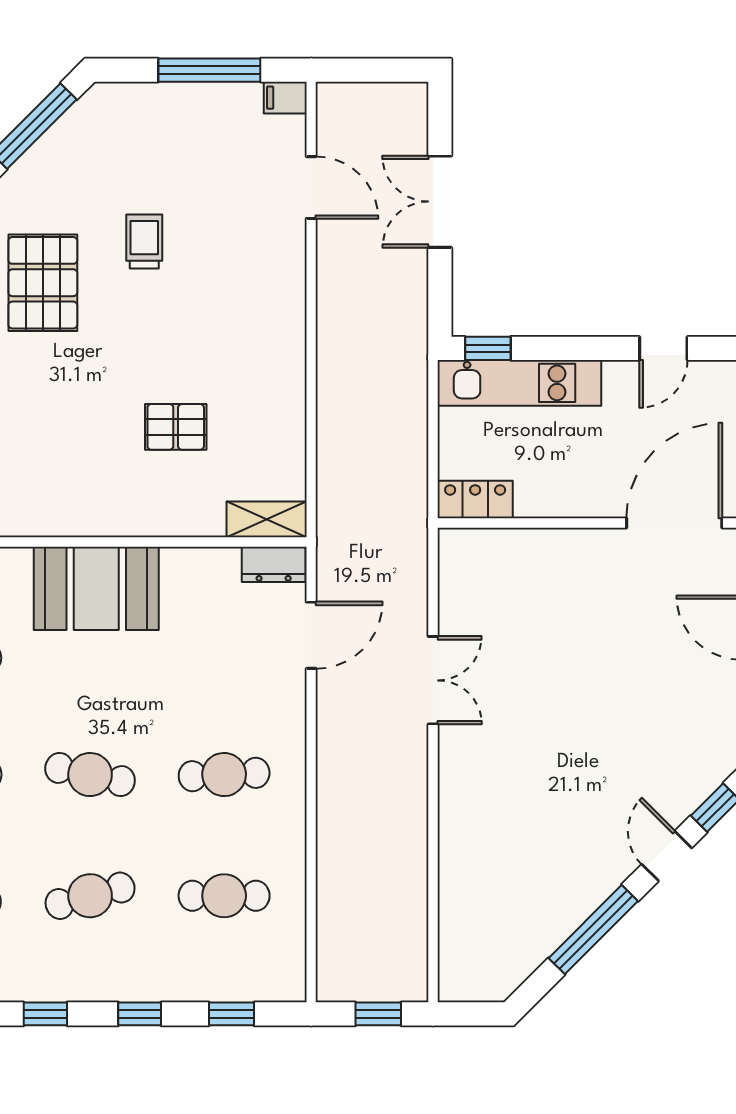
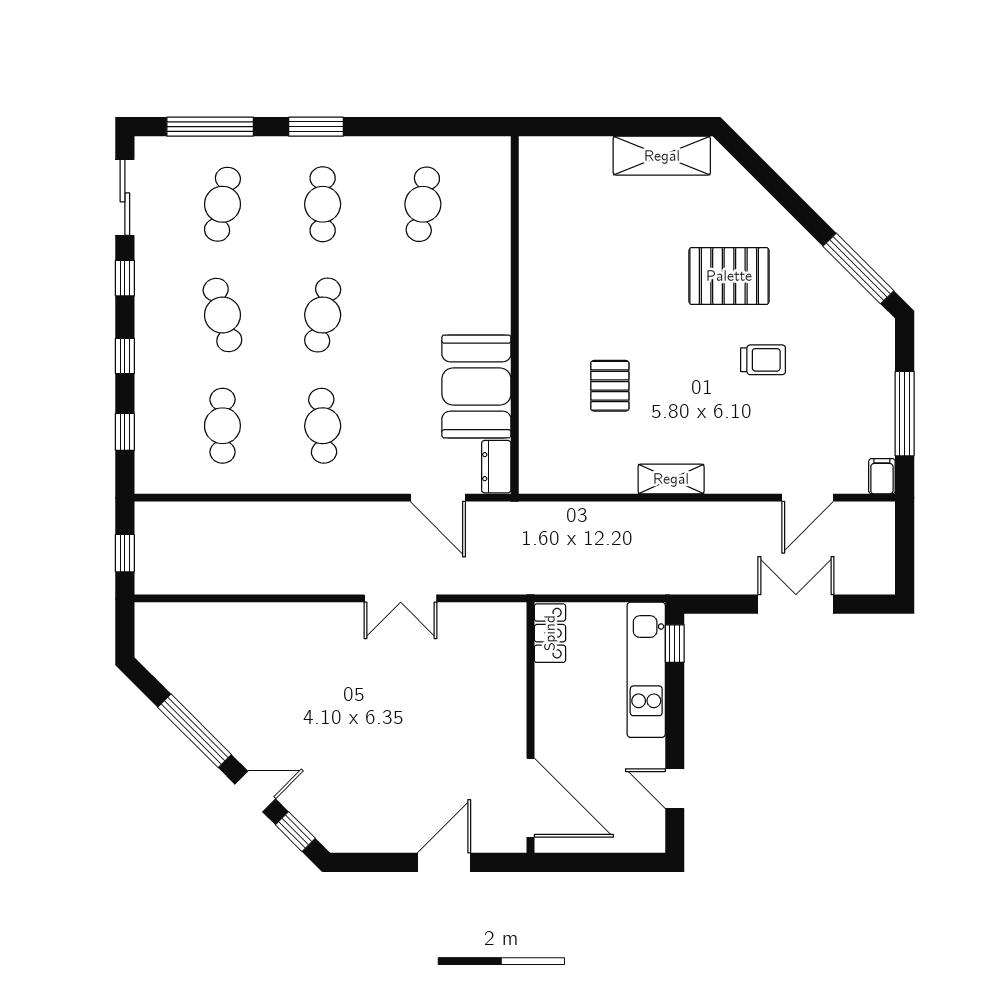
shelving: (267, 519) -> (671, 479), moved, turned 90
booth: (96, 588) -> (476, 386), moved

